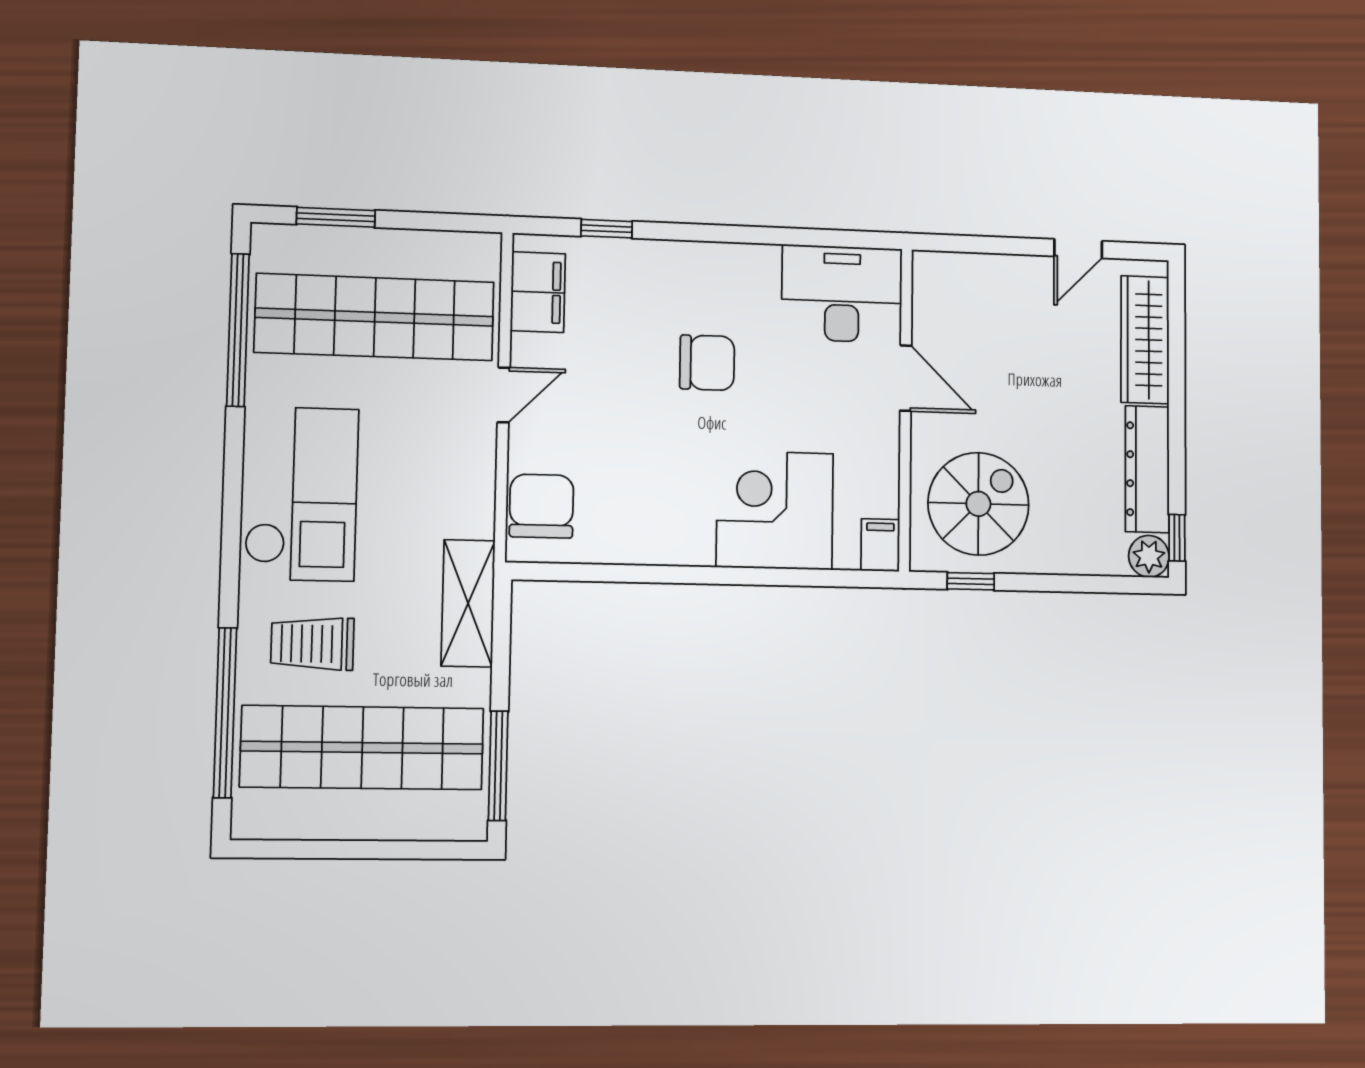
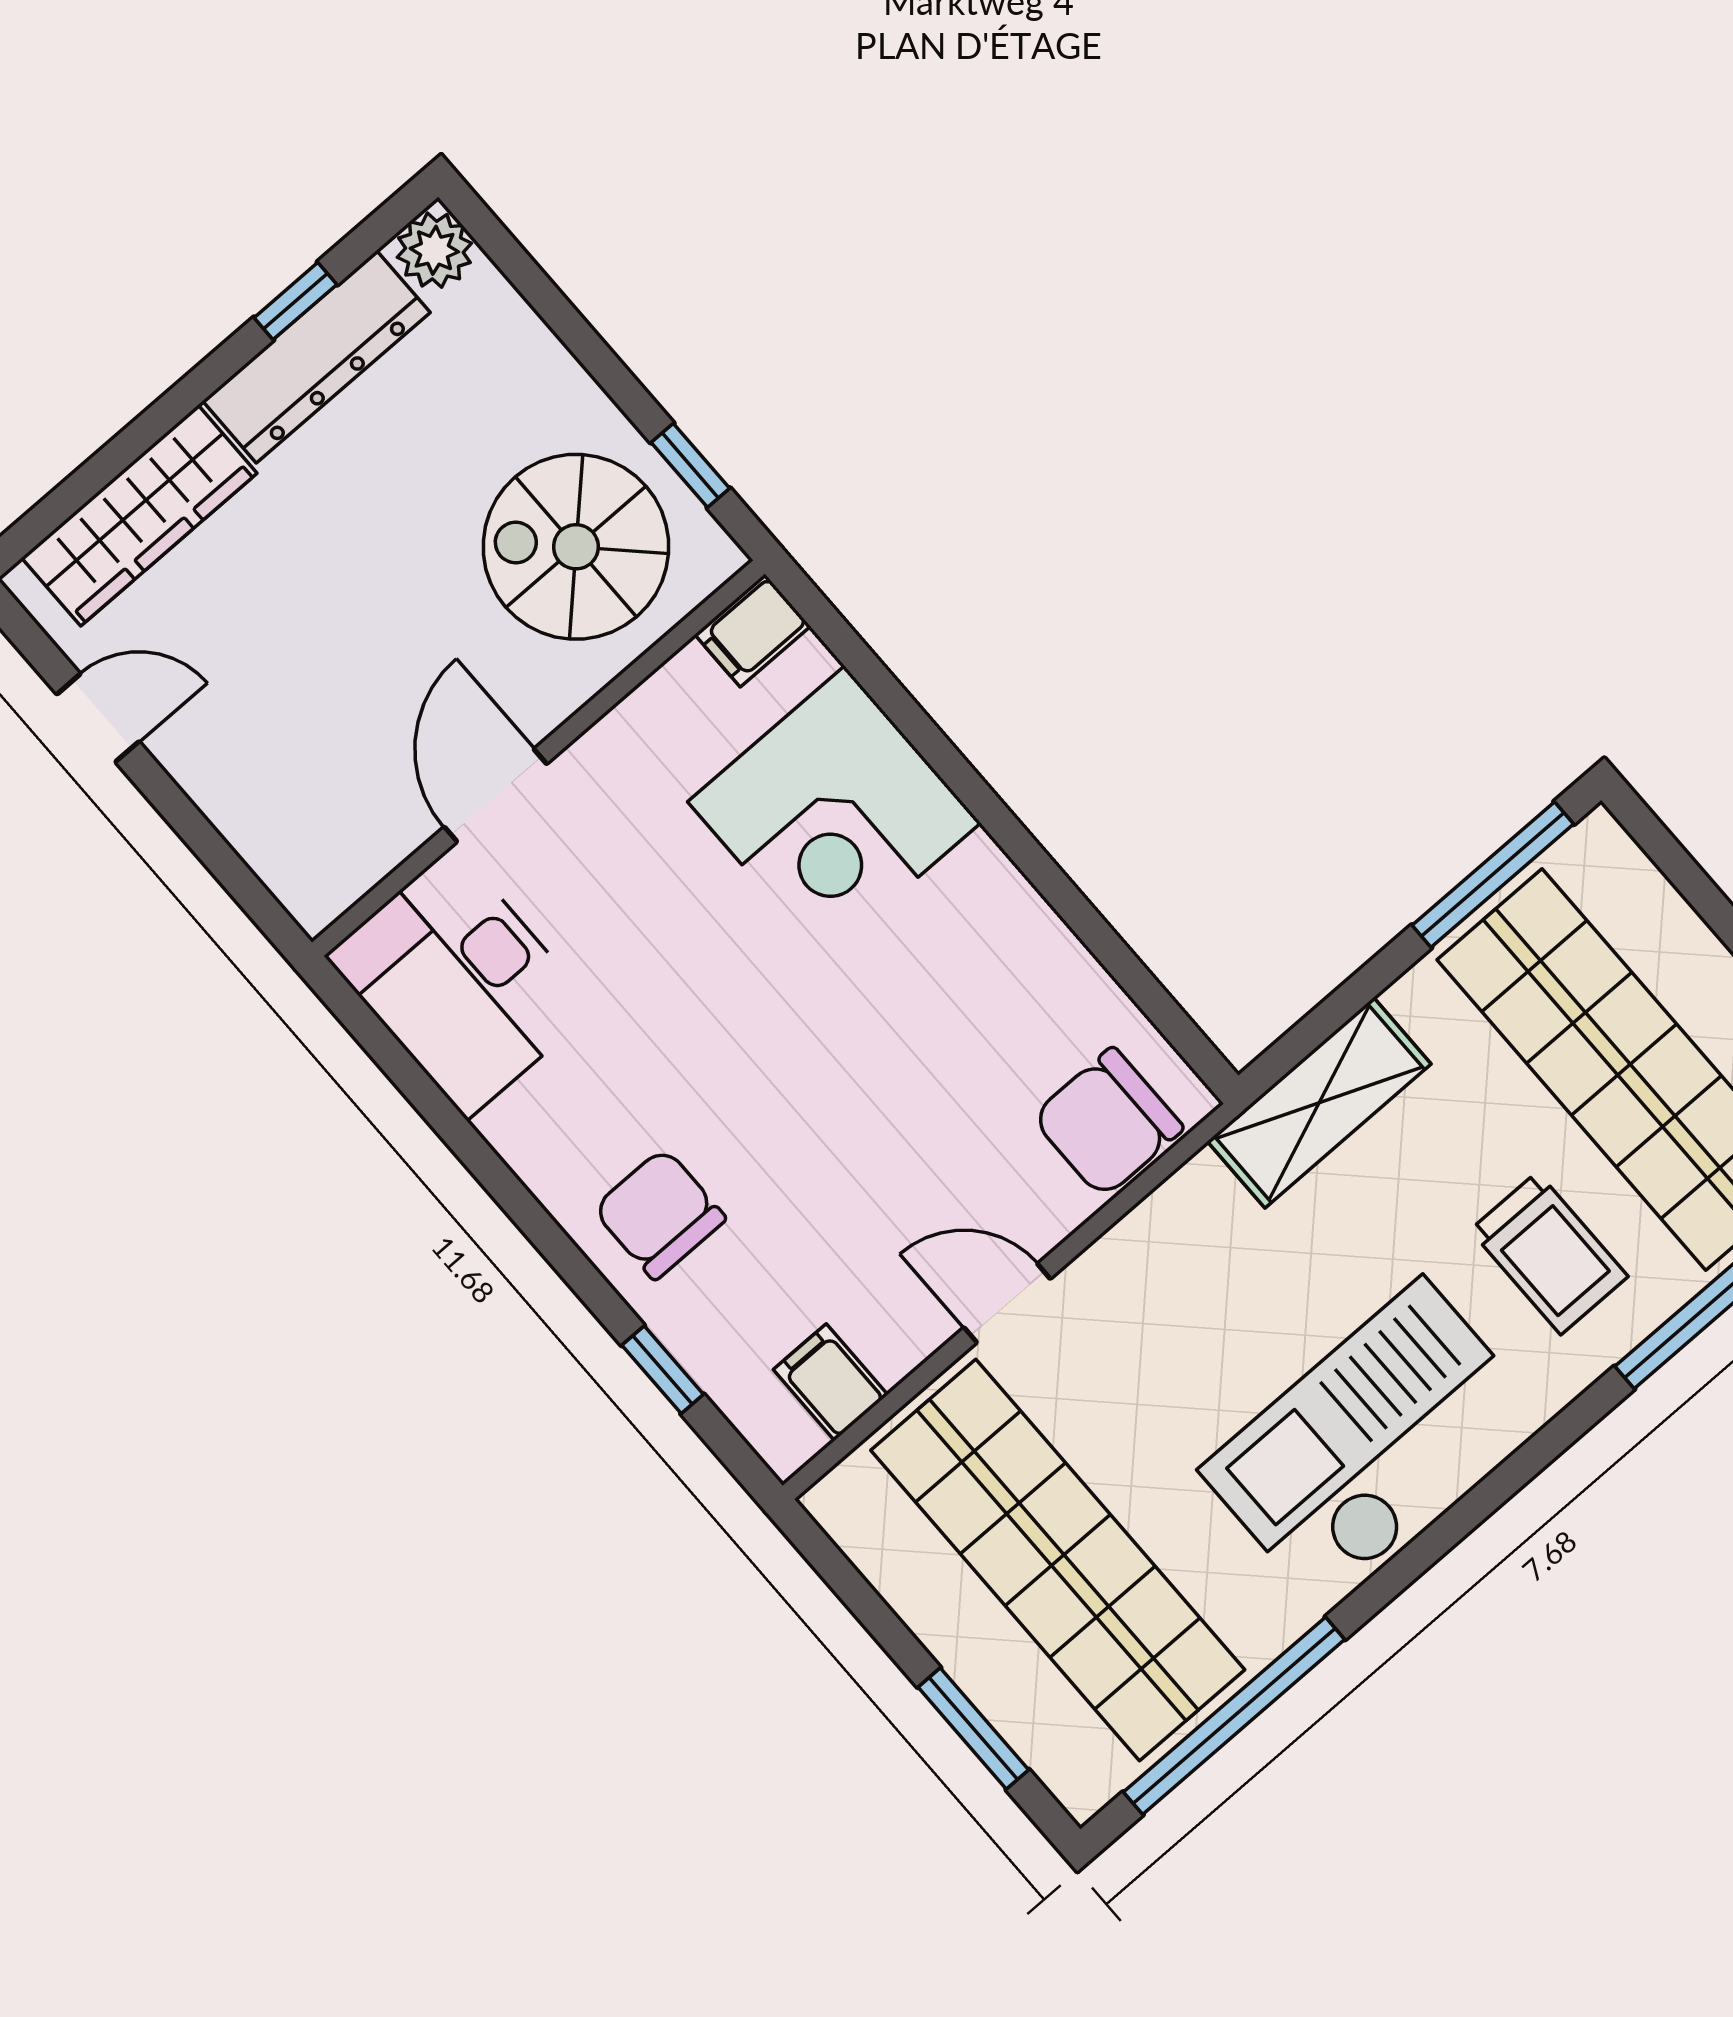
filing cabinet: (538, 292) -> (831, 1382), width x0.50
chair: (707, 363) -> (659, 1214), moved
window: (1177, 538) -> (295, 301), moved

